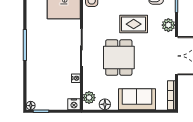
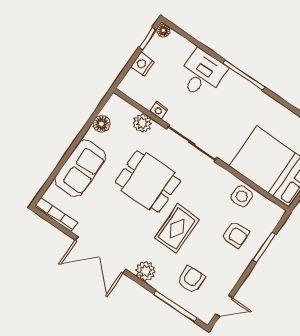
desk: (40, 68) -> (202, 74), added
plant: (89, 98) -> (142, 123), moved
nightstand: (74, 104) -> (143, 64), moved

